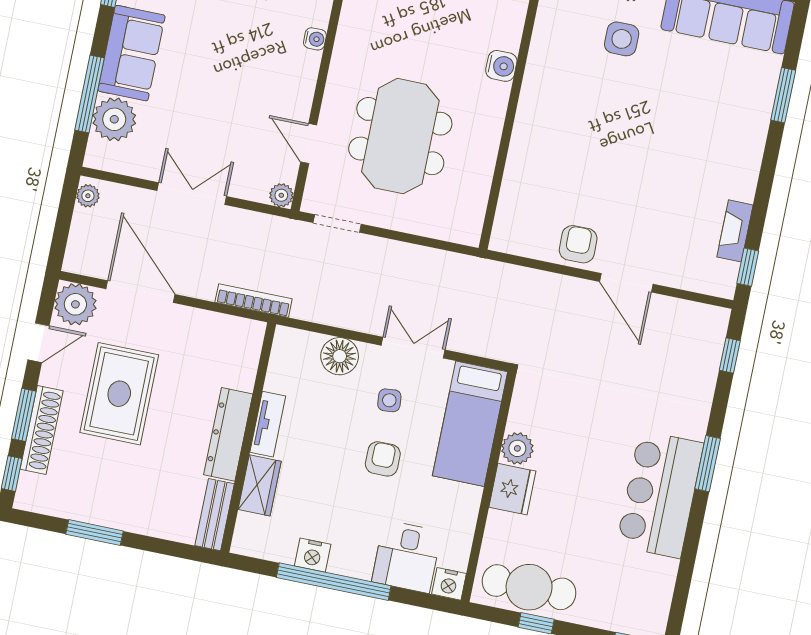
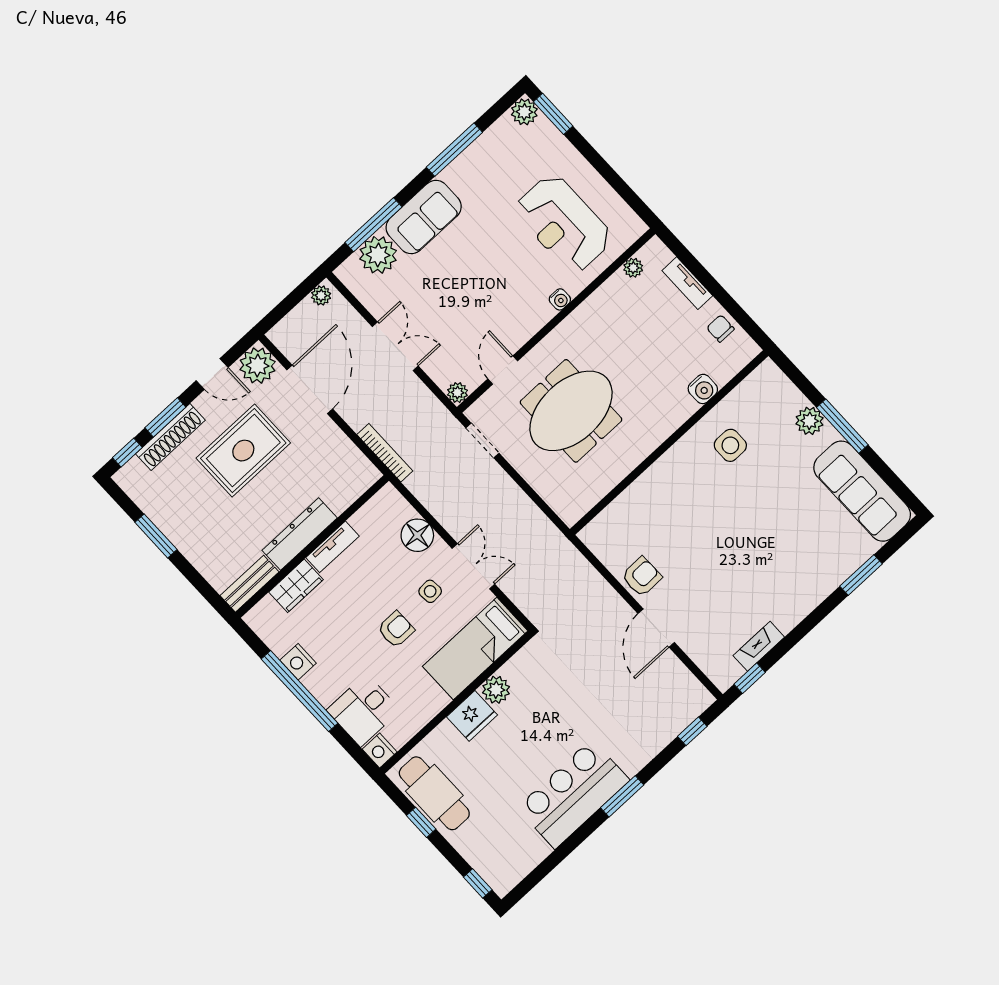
side table: (622, 39) -> (730, 445), moved
water cooler: (501, 66) -> (703, 389), moved

